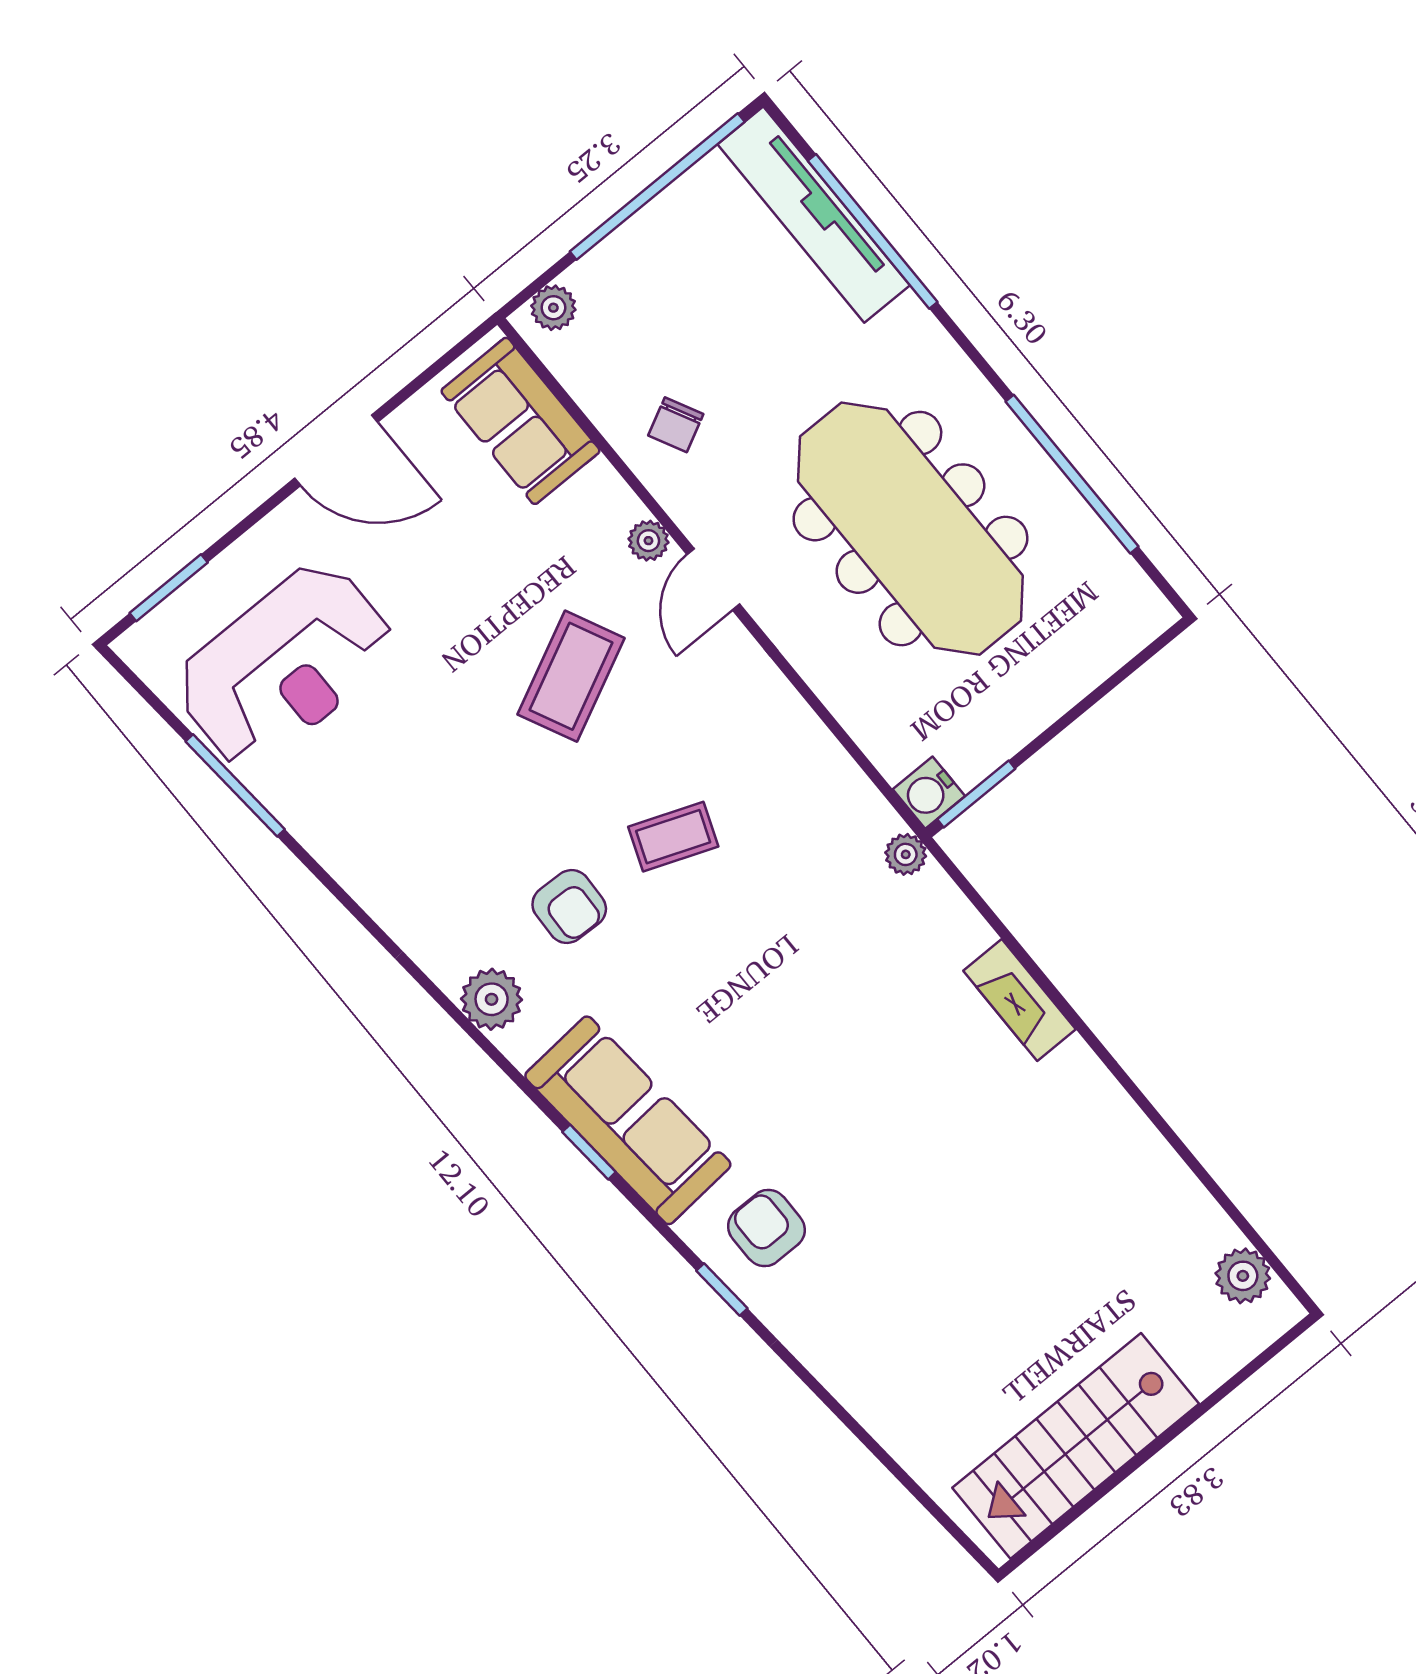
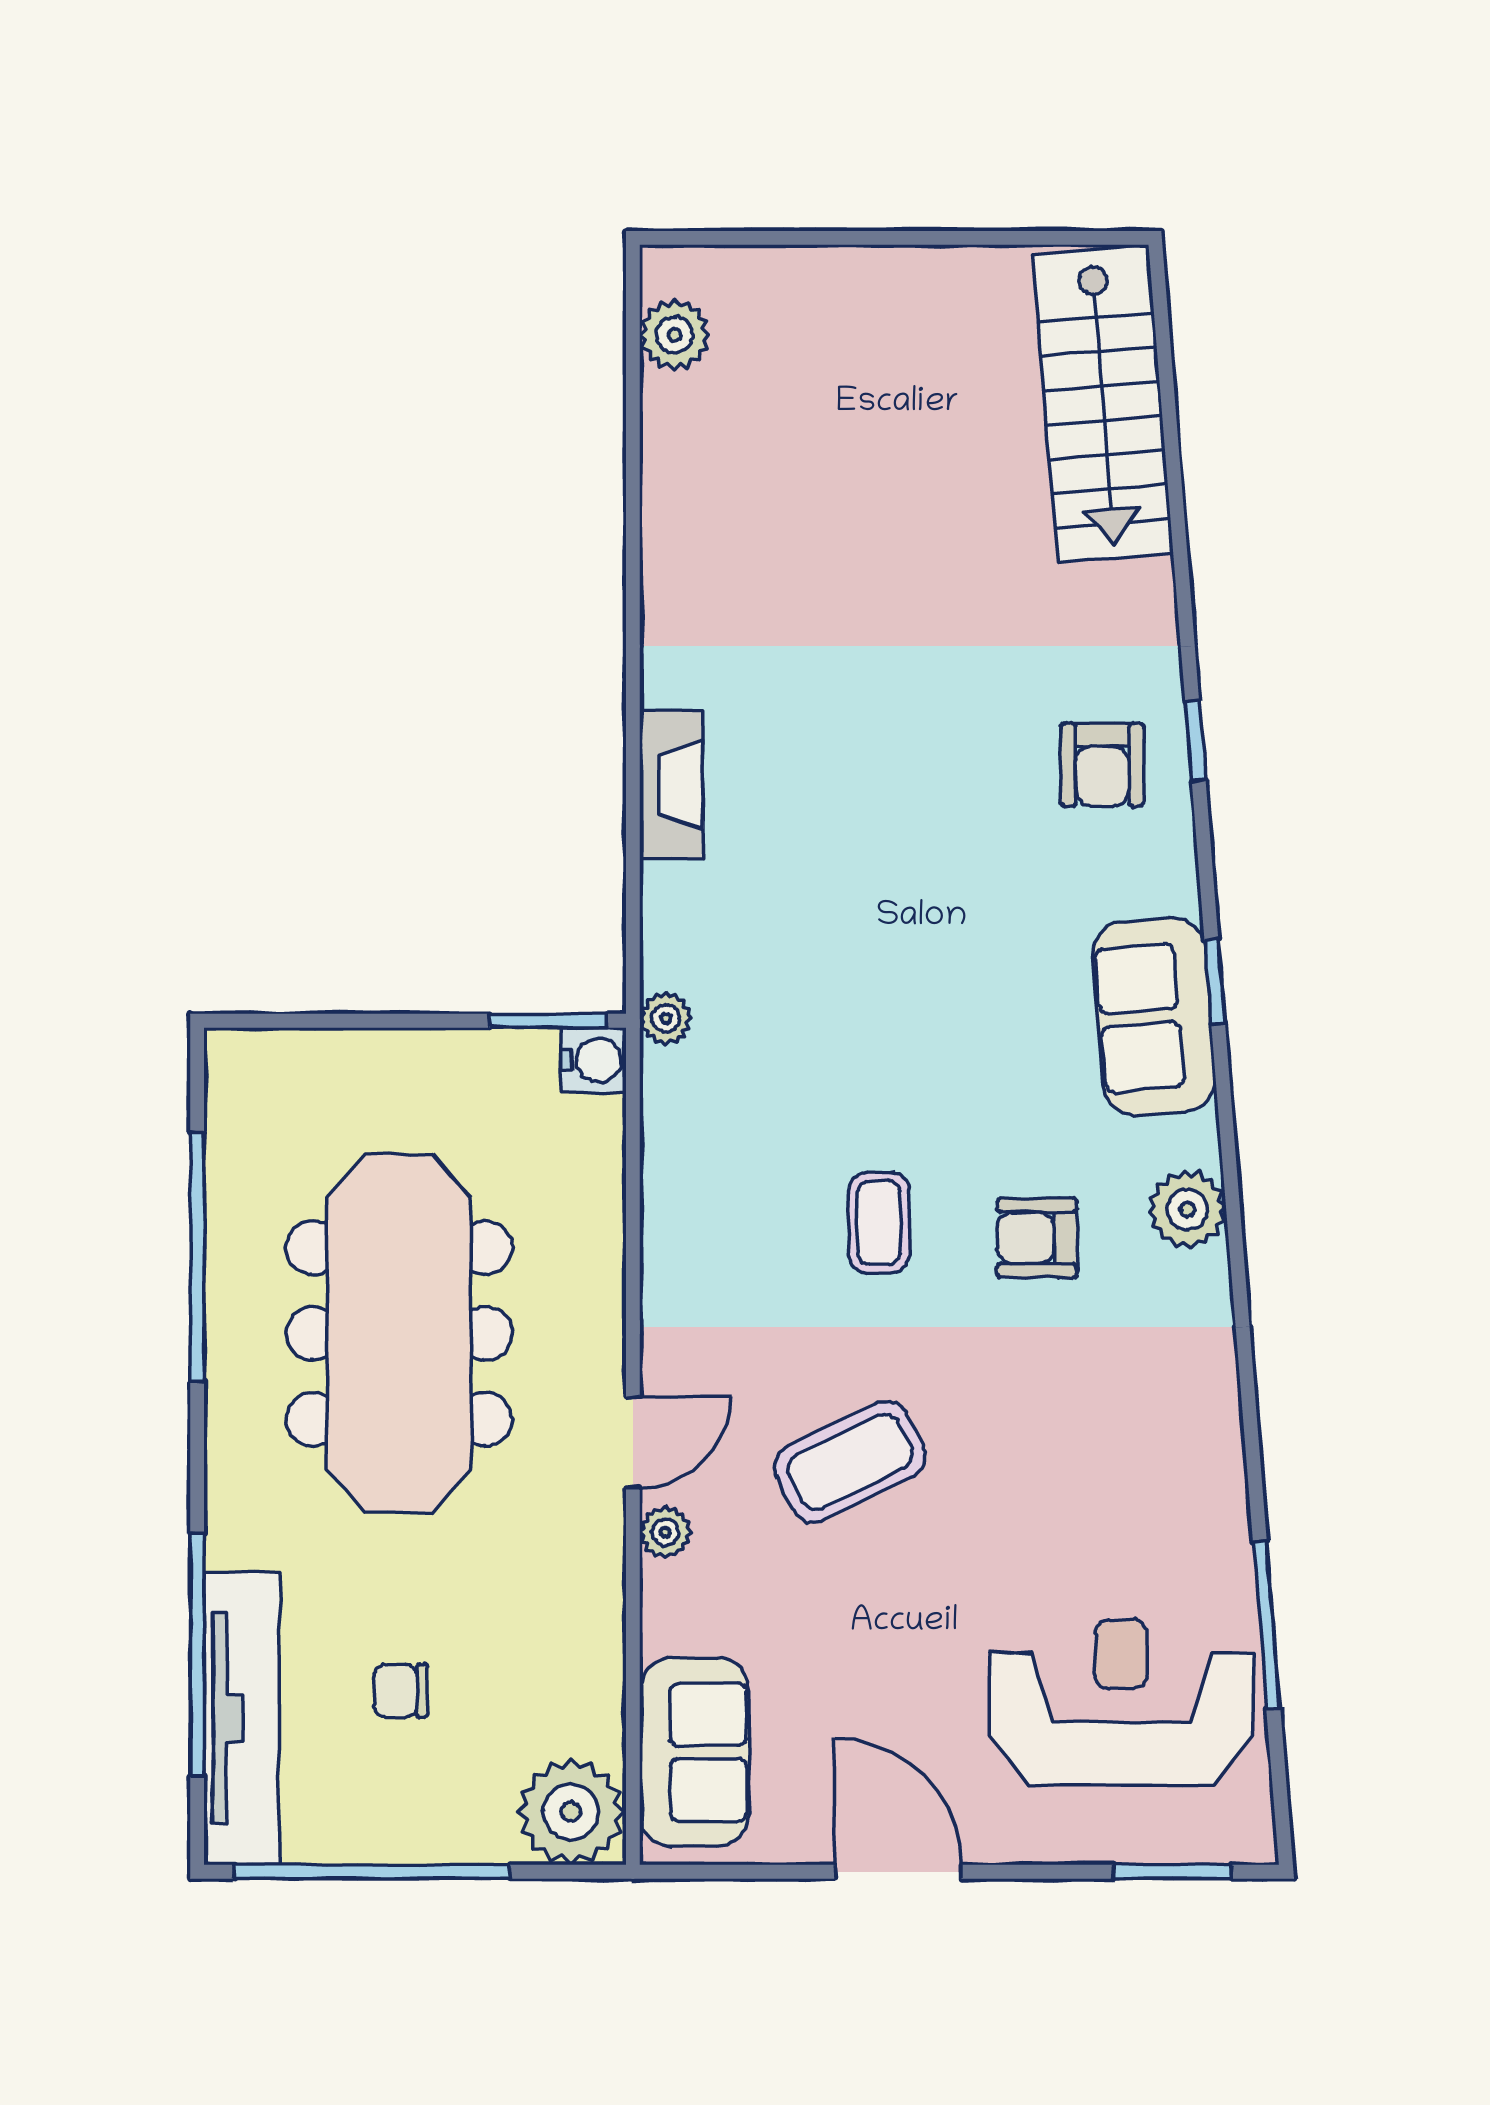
plant: (553, 308) -> (571, 1812), width x1.87, depth x1.87
chair: (676, 425) -> (401, 1691), moved, turned -153
coffee table: (673, 837) -> (879, 1223), turned 69
armchair: (569, 907) -> (1037, 1238), turned -92
sofa: (628, 1120) -> (1154, 1017), width x0.73
stairs: (1076, 1446) -> (1103, 404), moved, turned 85

